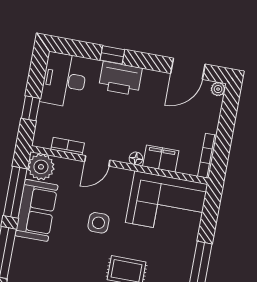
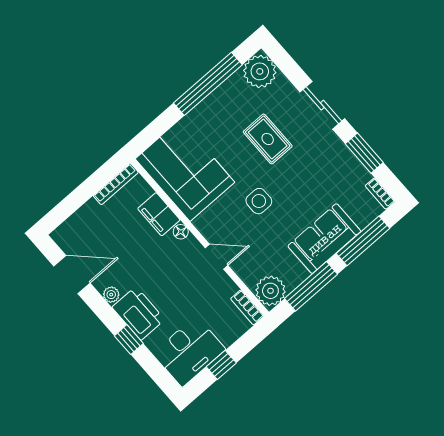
plant: (218, 89) -> (111, 295), moved
window: (31, 108) -> (221, 365), moved
bookcase: (68, 146) -> (247, 307), moved
sofa: (36, 210) -> (324, 239), moved

